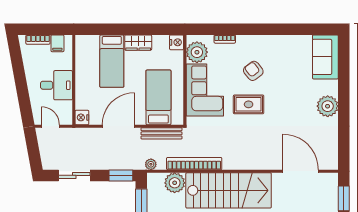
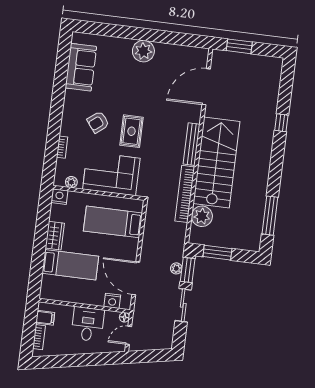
plant: (197, 52) -> (71, 182), width x0.53, depth x0.53
sofa: (325, 57) -> (81, 67), moved, turned -90
nightstand: (82, 117) -> (112, 301), moved
floor lamp: (68, 120) -> (124, 317), added
door: (118, 126) -> (136, 278), moved
bench: (161, 133) -> (192, 144), moved
plant: (151, 164) -> (176, 268), moved
sliding door: (74, 175) -> (183, 305), moved

